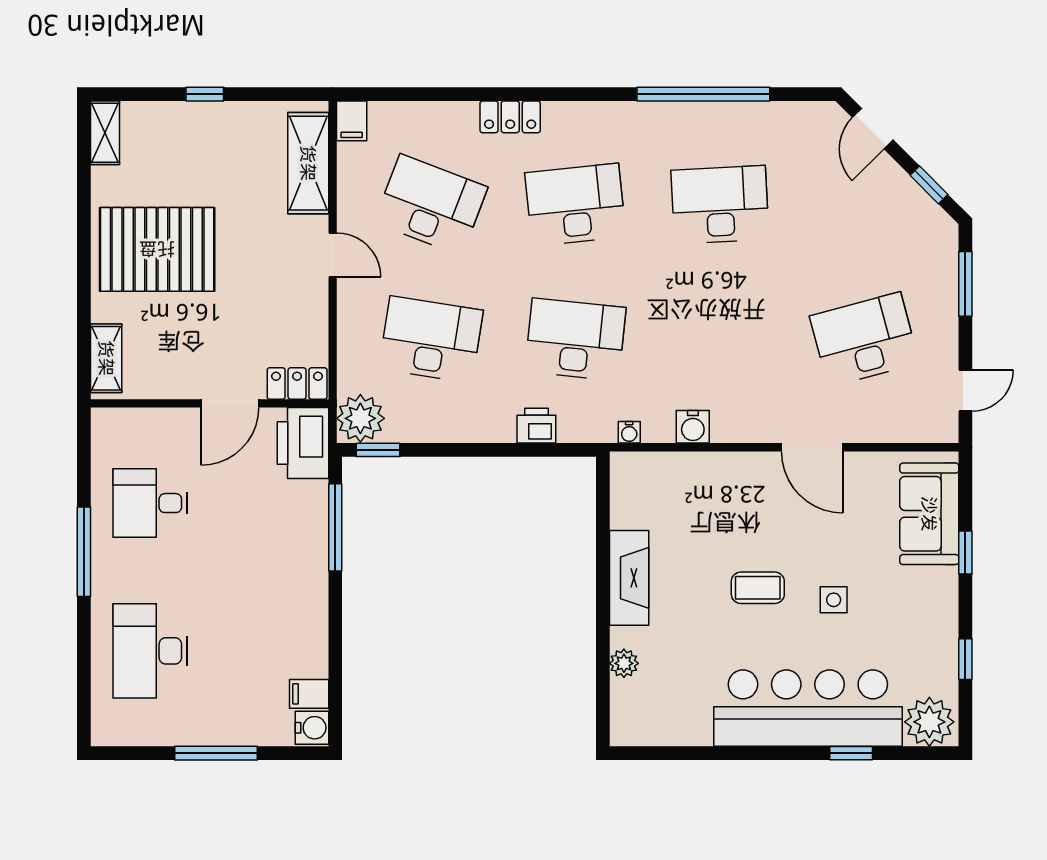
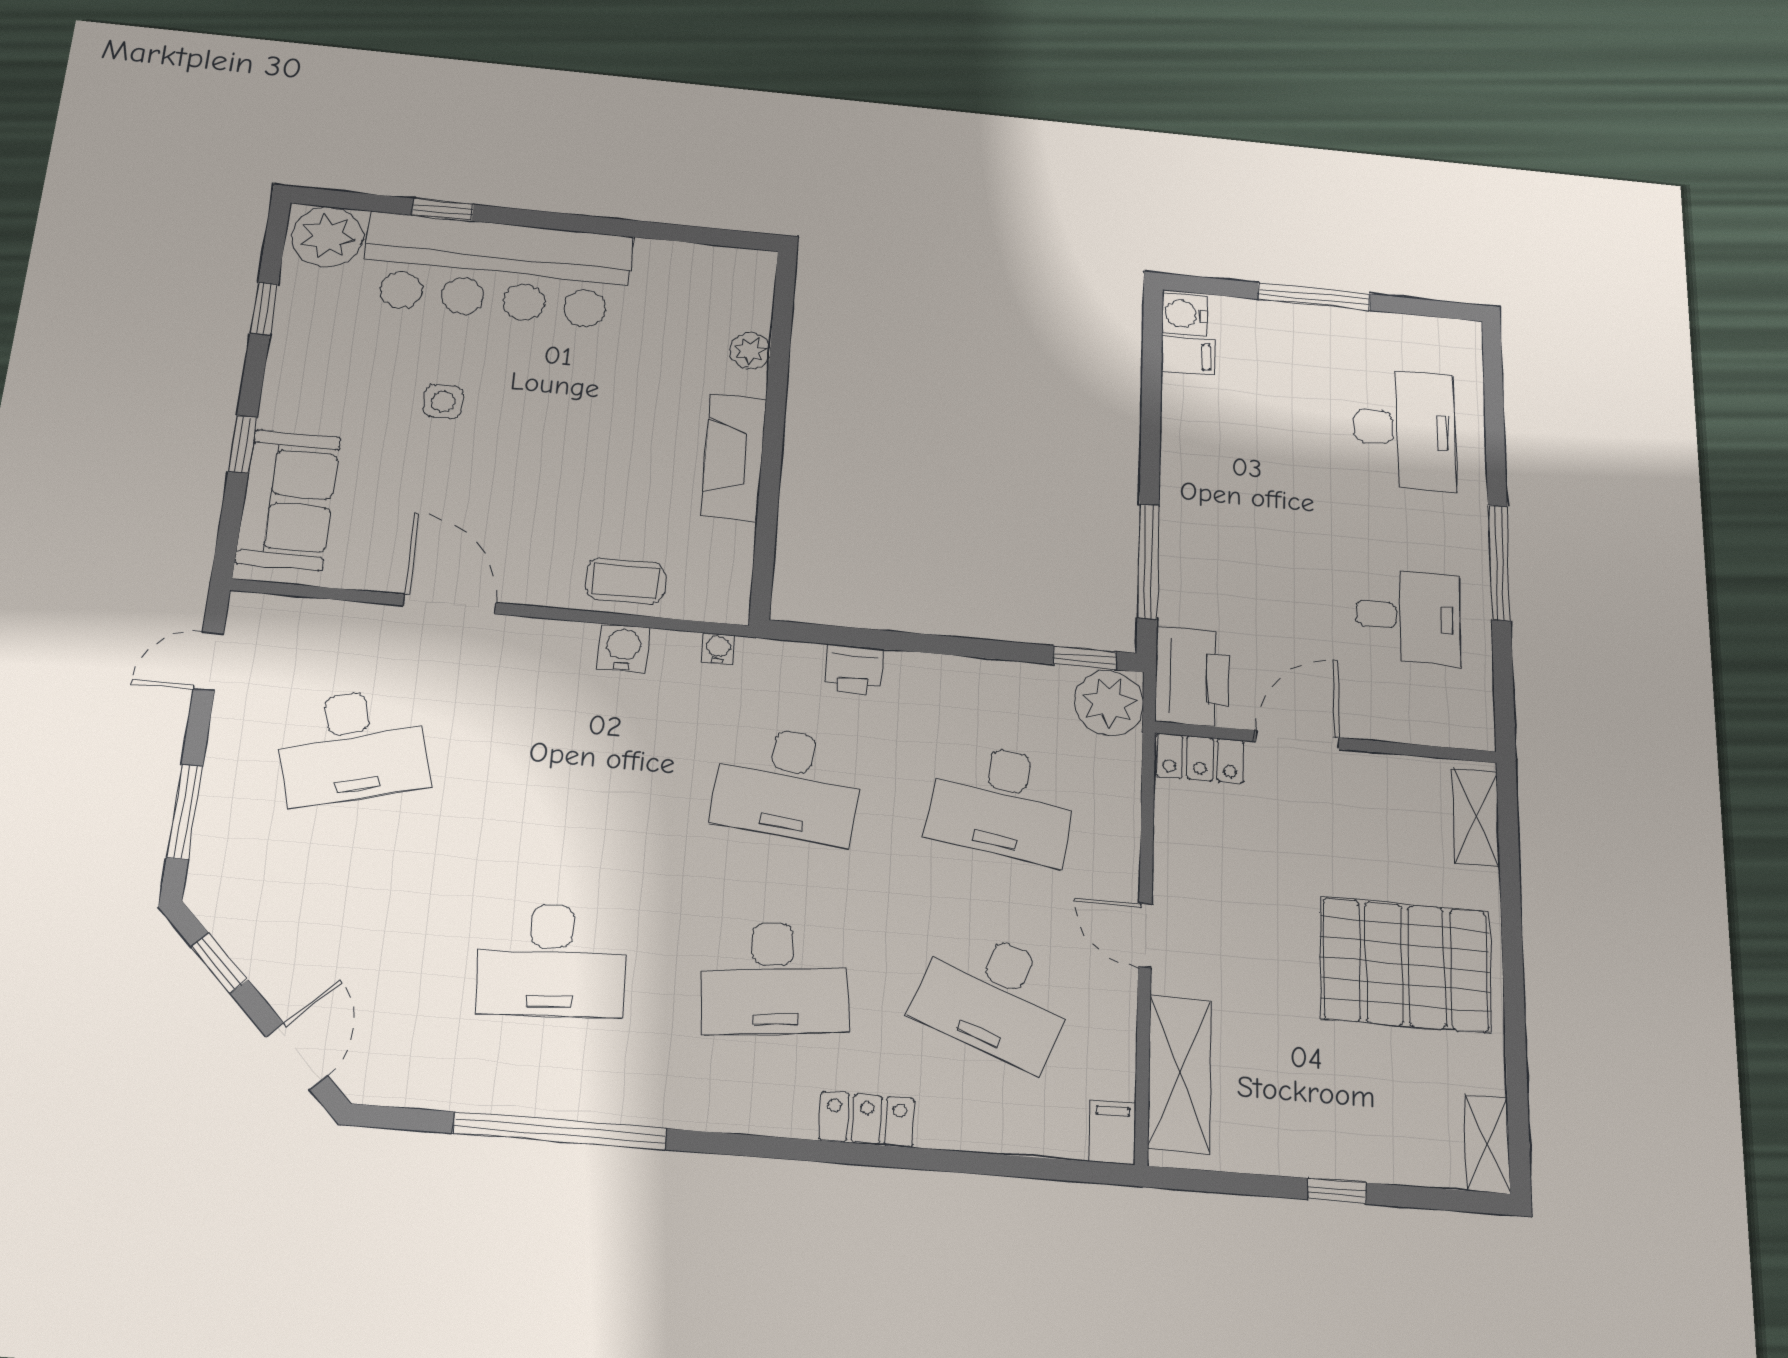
coffee table: (758, 588) -> (626, 581), moved

